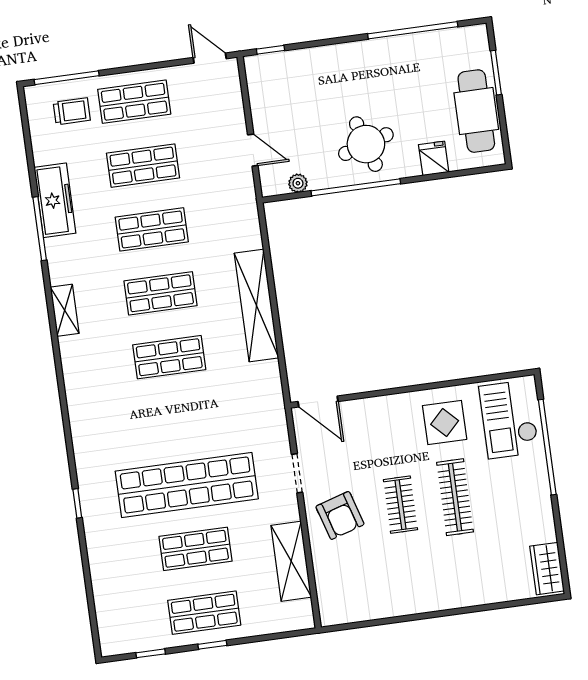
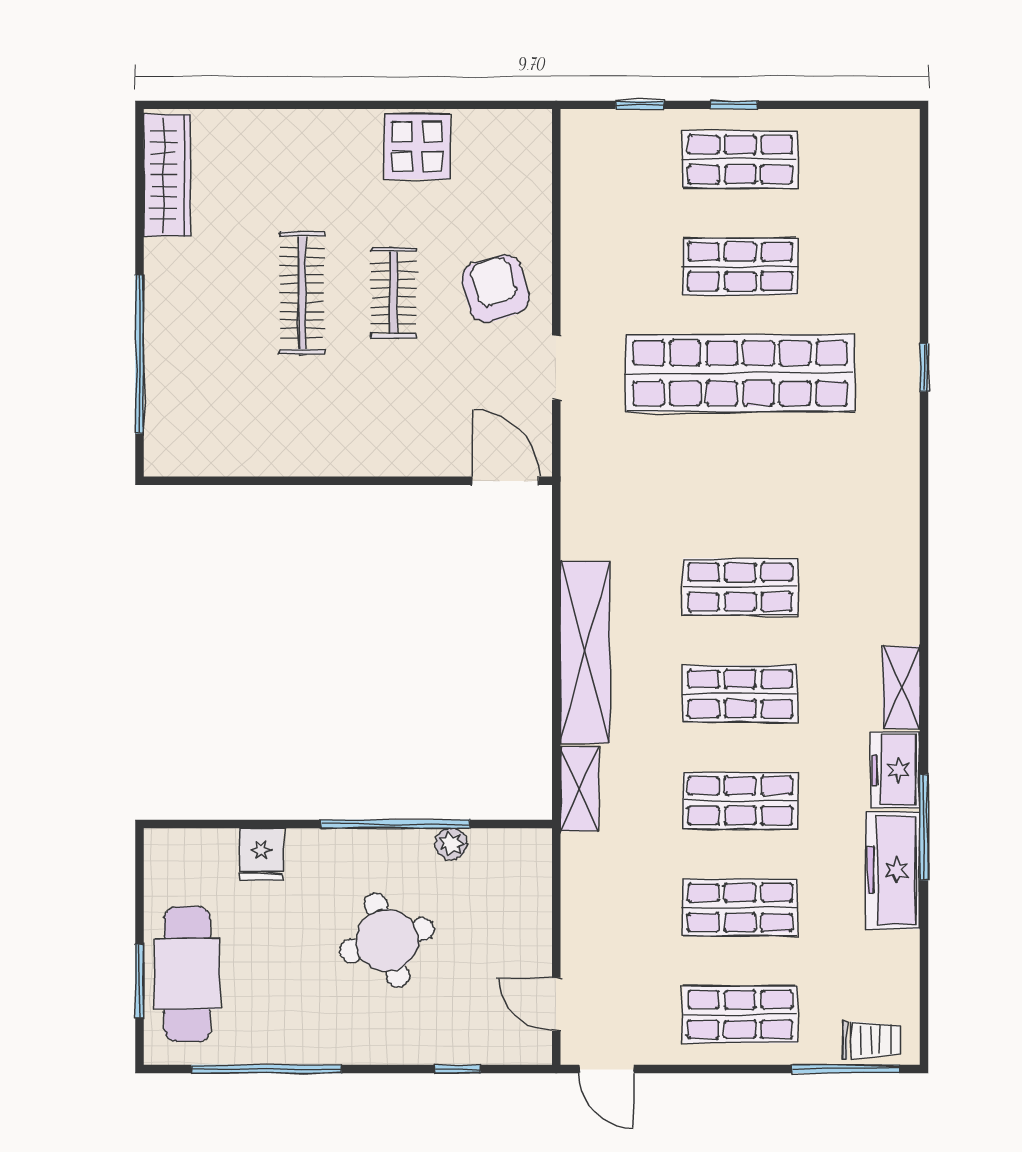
window: (270, 50) -> (458, 1069), moved
trolley: (72, 111) -> (872, 1040), moved, turned 180
cafe table: (476, 111) -> (187, 974), moved
round table: (366, 144) -> (387, 940), moved
door: (253, 150) -> (556, 1004), moved
plant: (298, 183) -> (451, 844), moved
freezer: (62, 260) -> (895, 770), added
checkout: (509, 419) -> (196, 409), removed
display table: (445, 422) -> (417, 147), moved
shelving: (291, 561) -> (579, 789), moved, width x0.67, depth x0.75
wardrobe: (547, 569) -> (167, 175), width x1.50
window: (151, 653) -> (640, 105), moved

